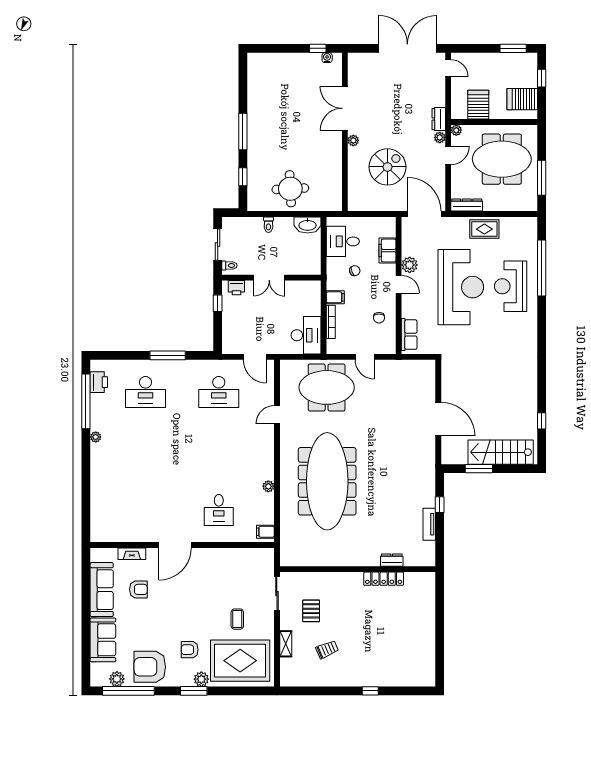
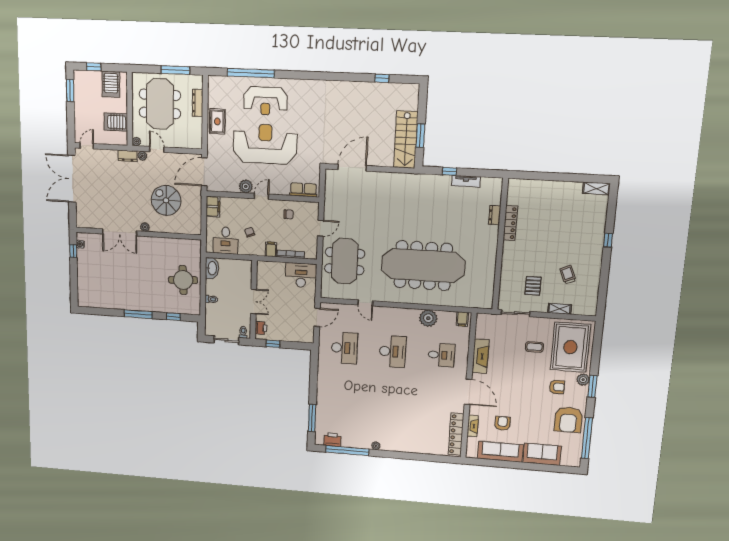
dresser: (467, 205) -> (198, 103), moved
filing cabinet: (387, 251) -> (213, 207), moved, turned -90
window: (168, 355) -> (312, 418), moved
desk: (145, 392) -> (393, 351), moved
door: (438, 419) -> (352, 168), moved
stairs: (501, 452) -> (406, 140), moved
plant: (268, 486) -> (428, 318), width x1.87, depth x1.87
locker: (120, 535) -> (456, 434), added
fireplace: (221, 557) -> (480, 356), added
pallet: (311, 611) -> (533, 286), turned 90
armchair: (190, 650) -> (557, 387), turned -90
shelving: (429, 672) -> (596, 188), added
plant: (117, 679) -> (576, 446), removed

